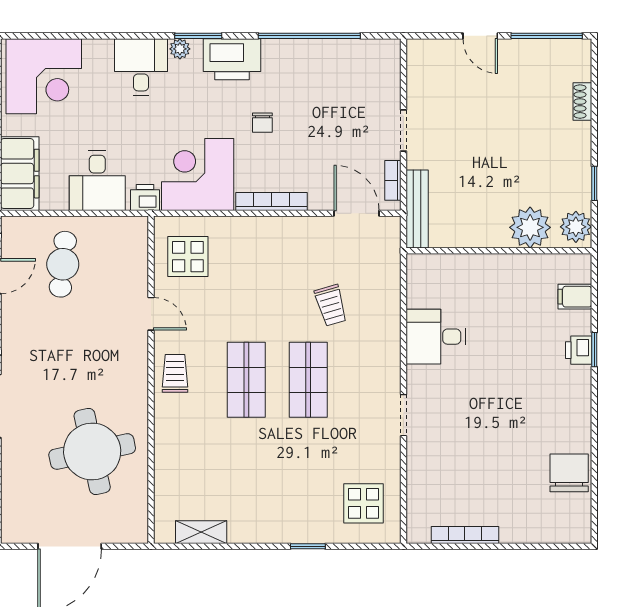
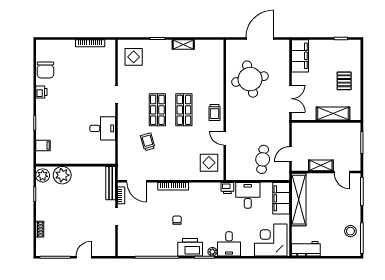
door: (480, 36) -> (84, 257), hinge flipped
corner desk: (198, 174) -> (205, 198), removed
printer: (579, 350) -> (41, 92), moved
shelving: (201, 532) -> (183, 44), moved

